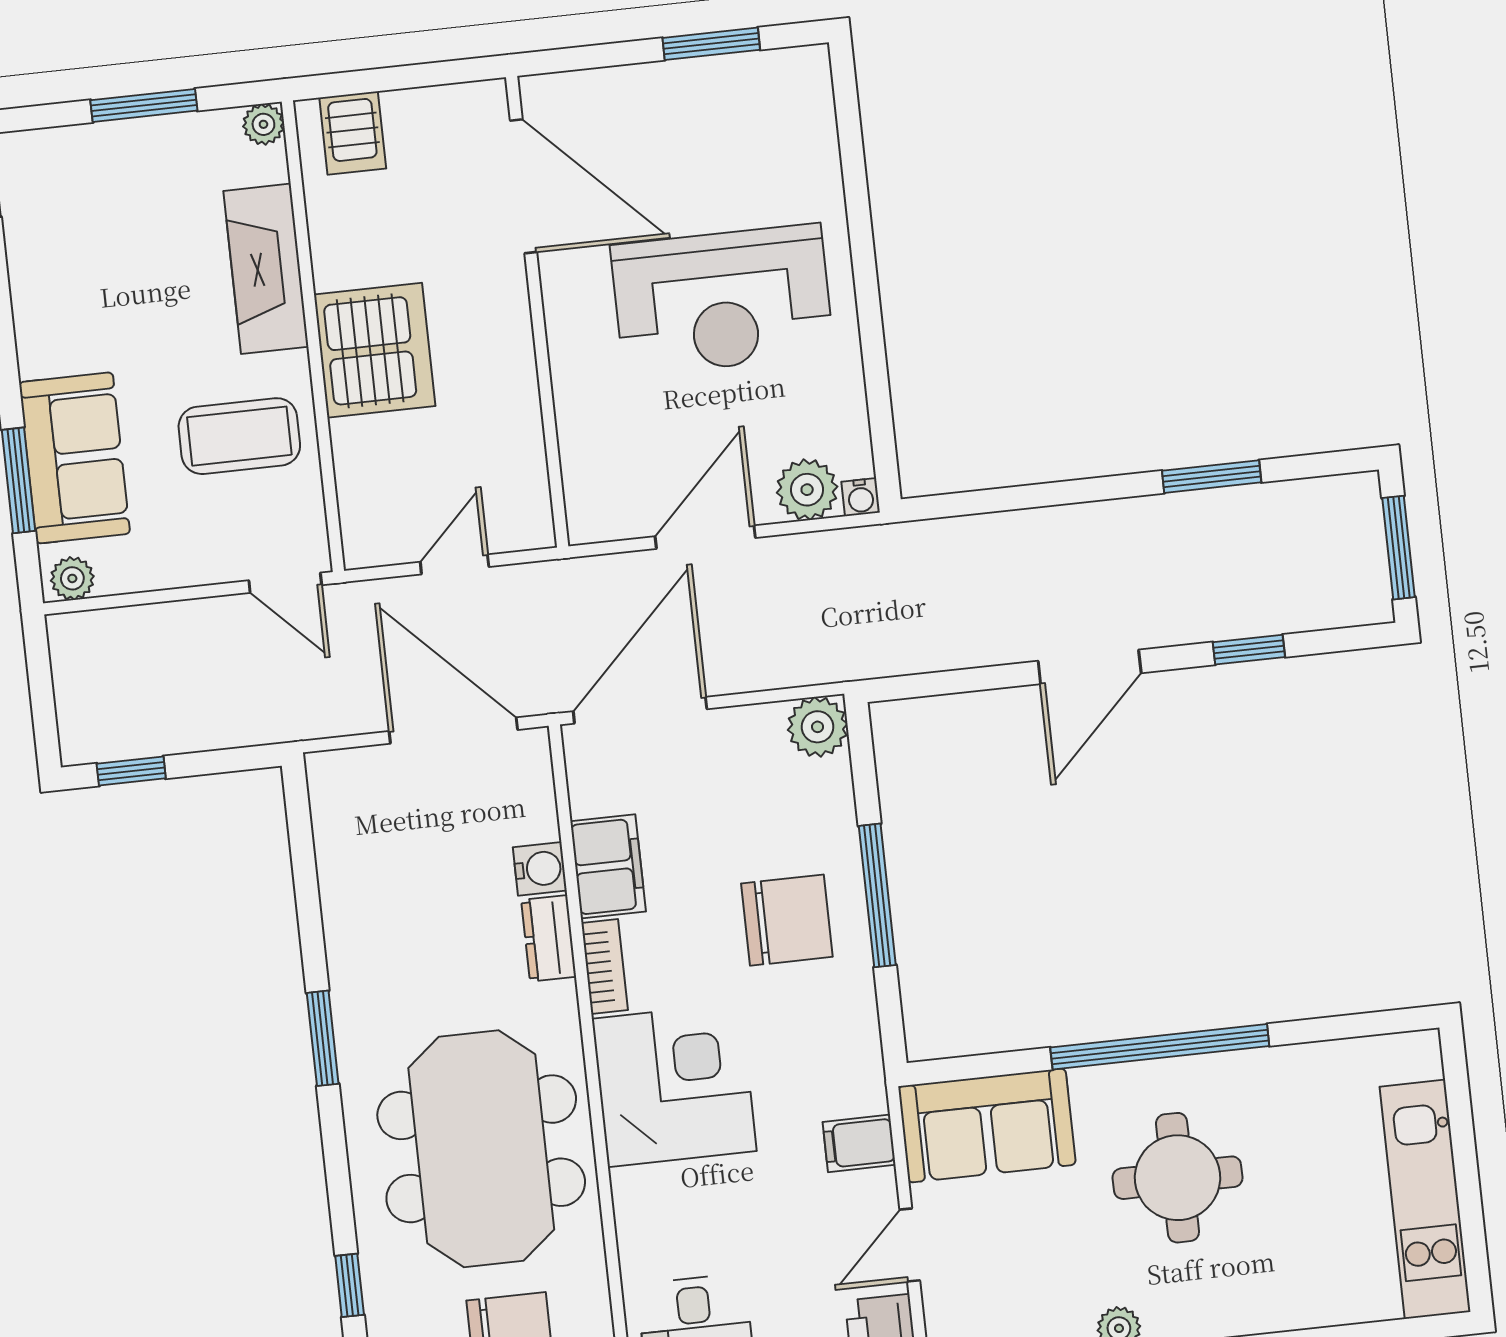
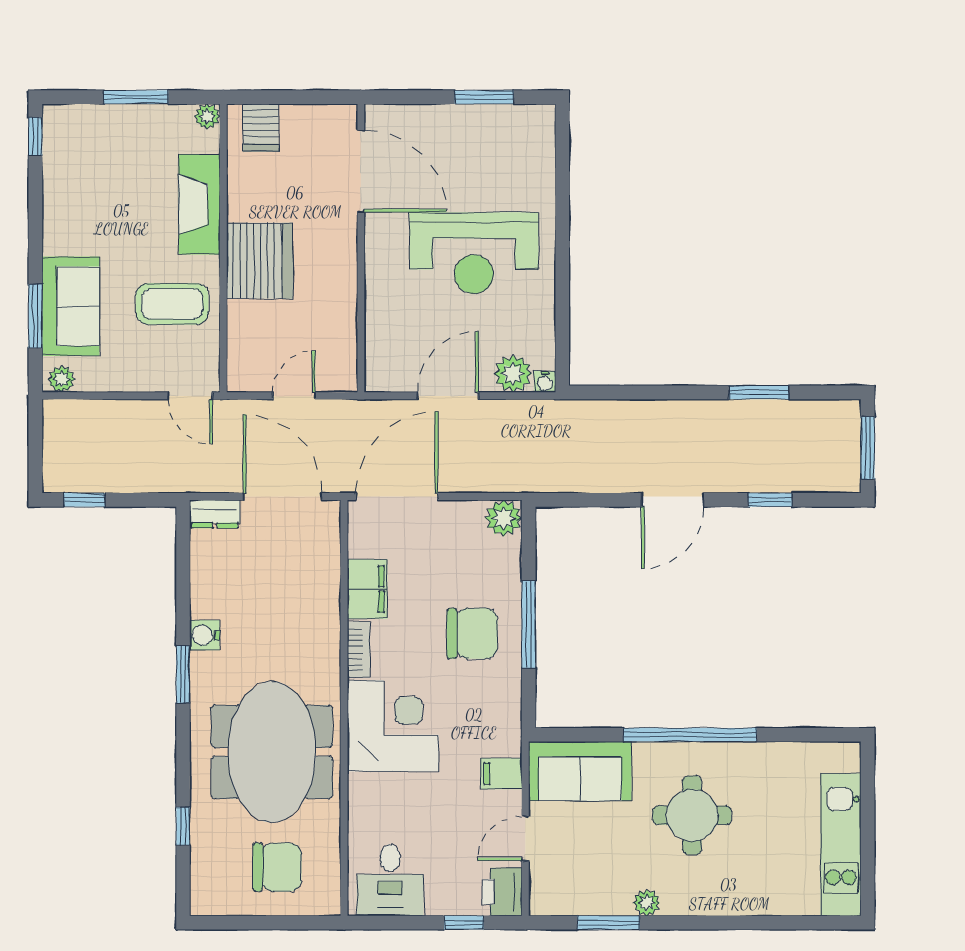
water cooler: (540, 869) -> (205, 635), moved, turned 180
dresser: (549, 938) -> (215, 514), moved, turned -90

